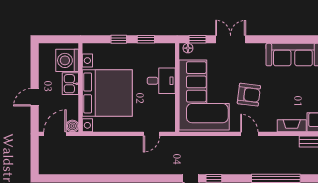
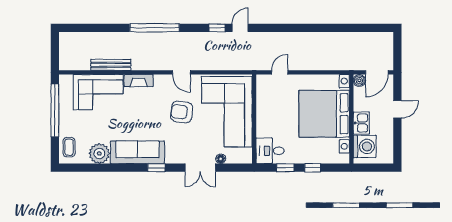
window: (198, 39) -> (156, 168), moved
floor lamp: (188, 48) -> (221, 159), moved
desk: (161, 81) -> (270, 151), moved

